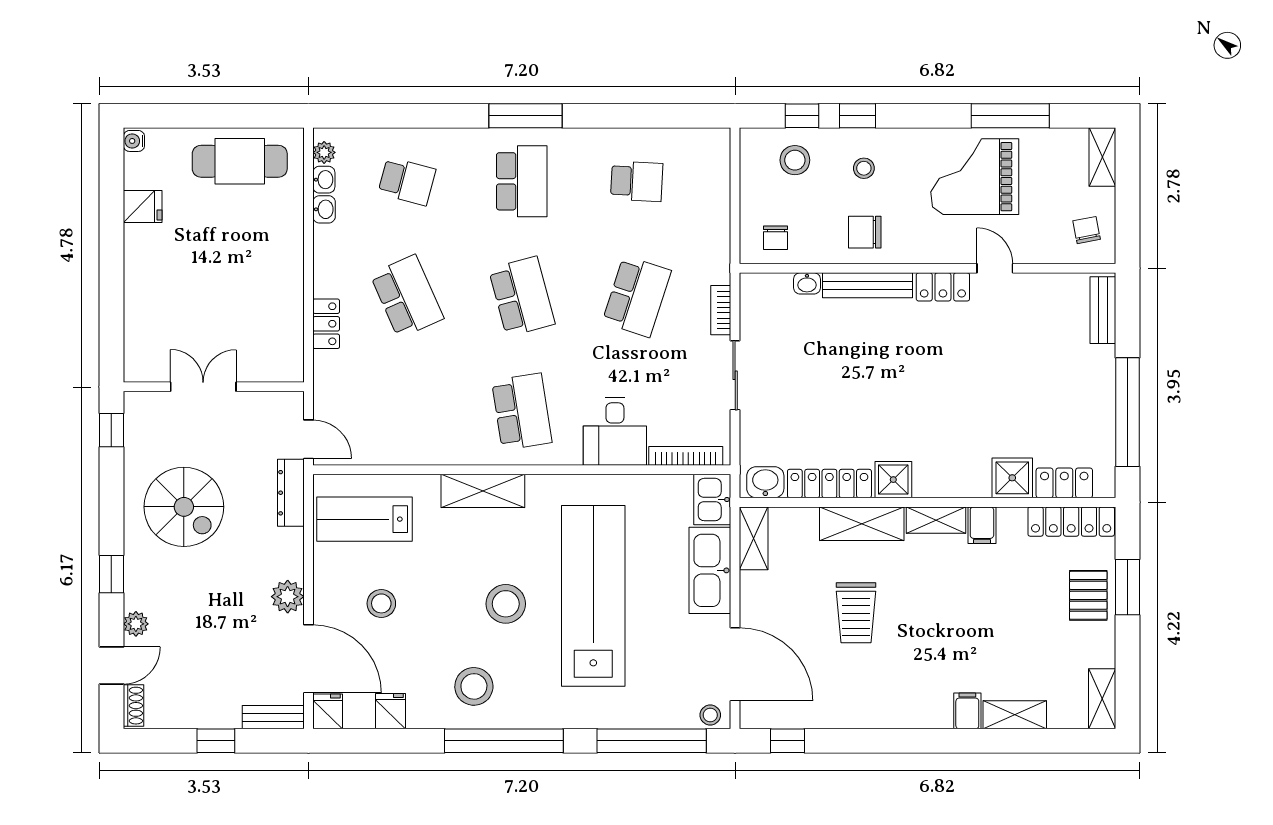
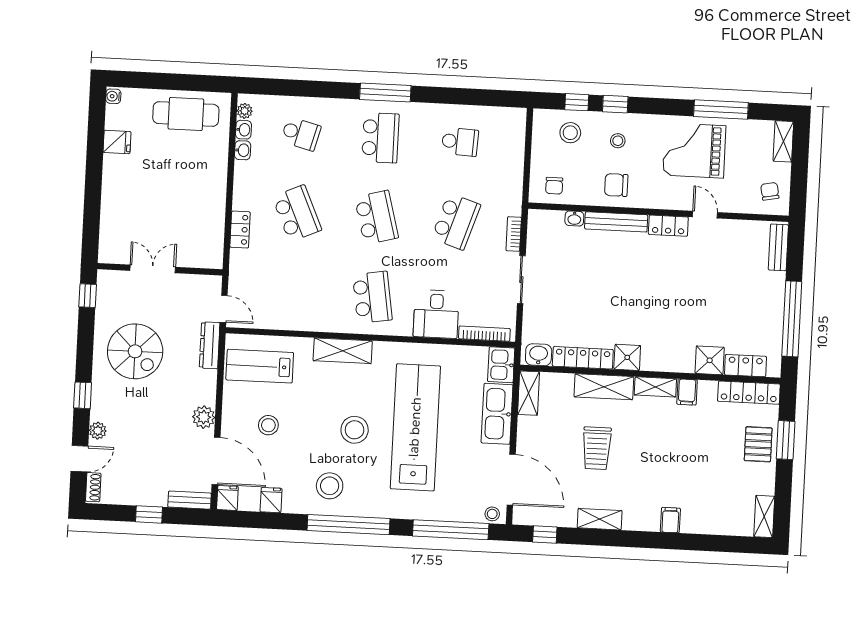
shelving: (1015, 715) -> (600, 519), moved

